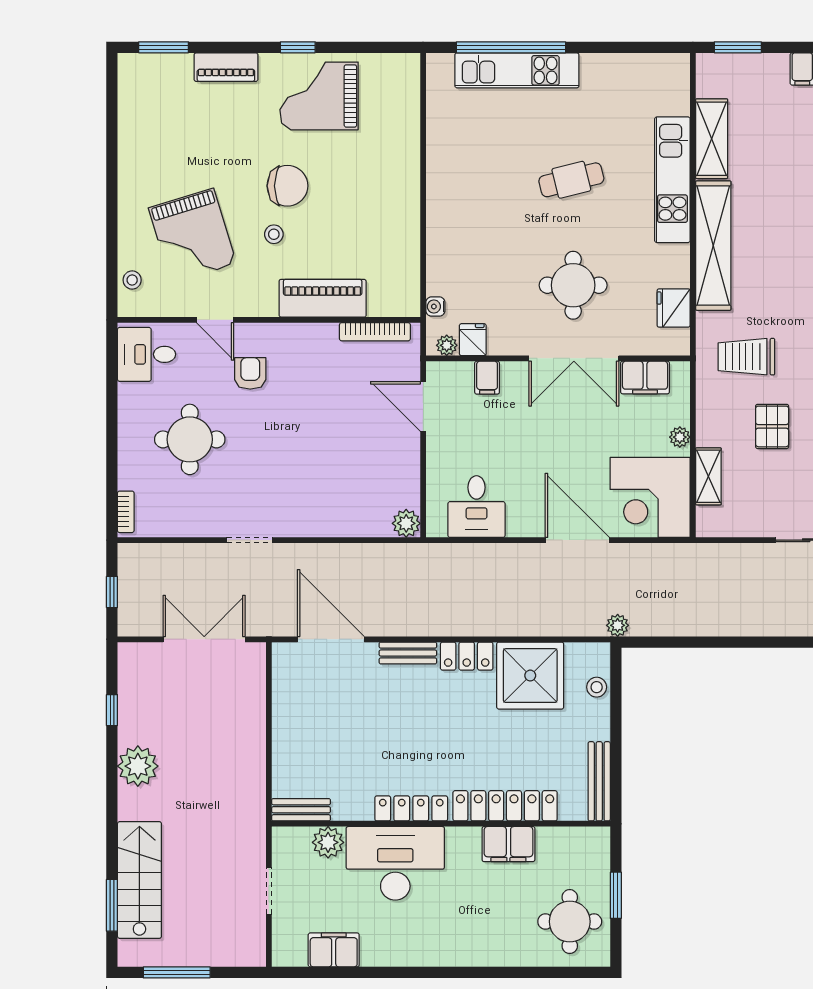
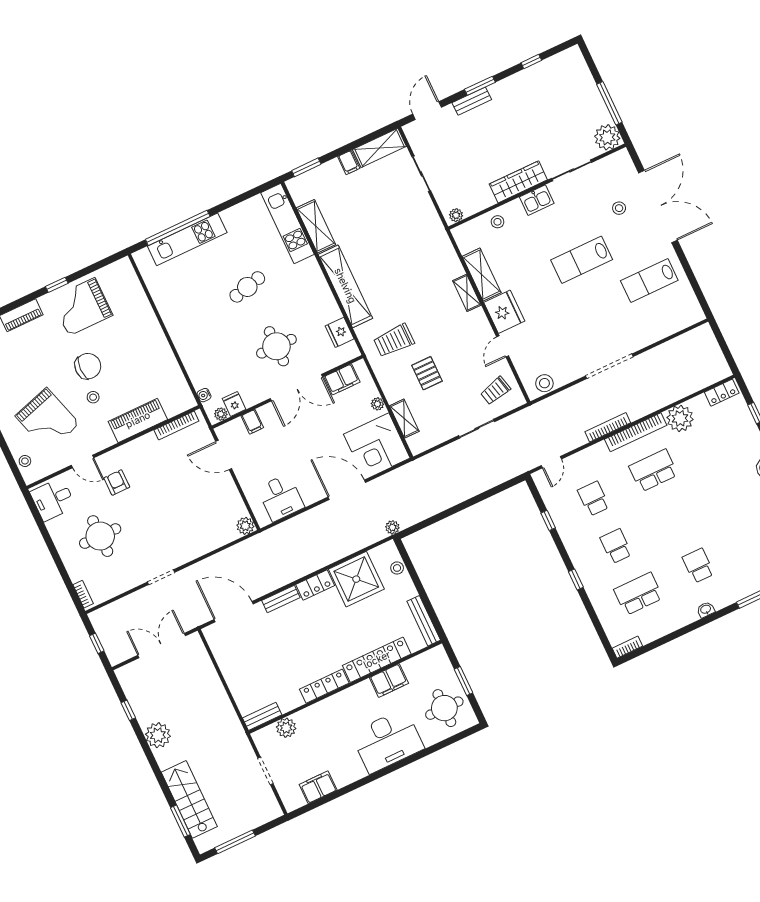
kitchen unit: (672, 180) -> (288, 224), moved
desk: (395, 863) -> (387, 741), moved, turned 180

